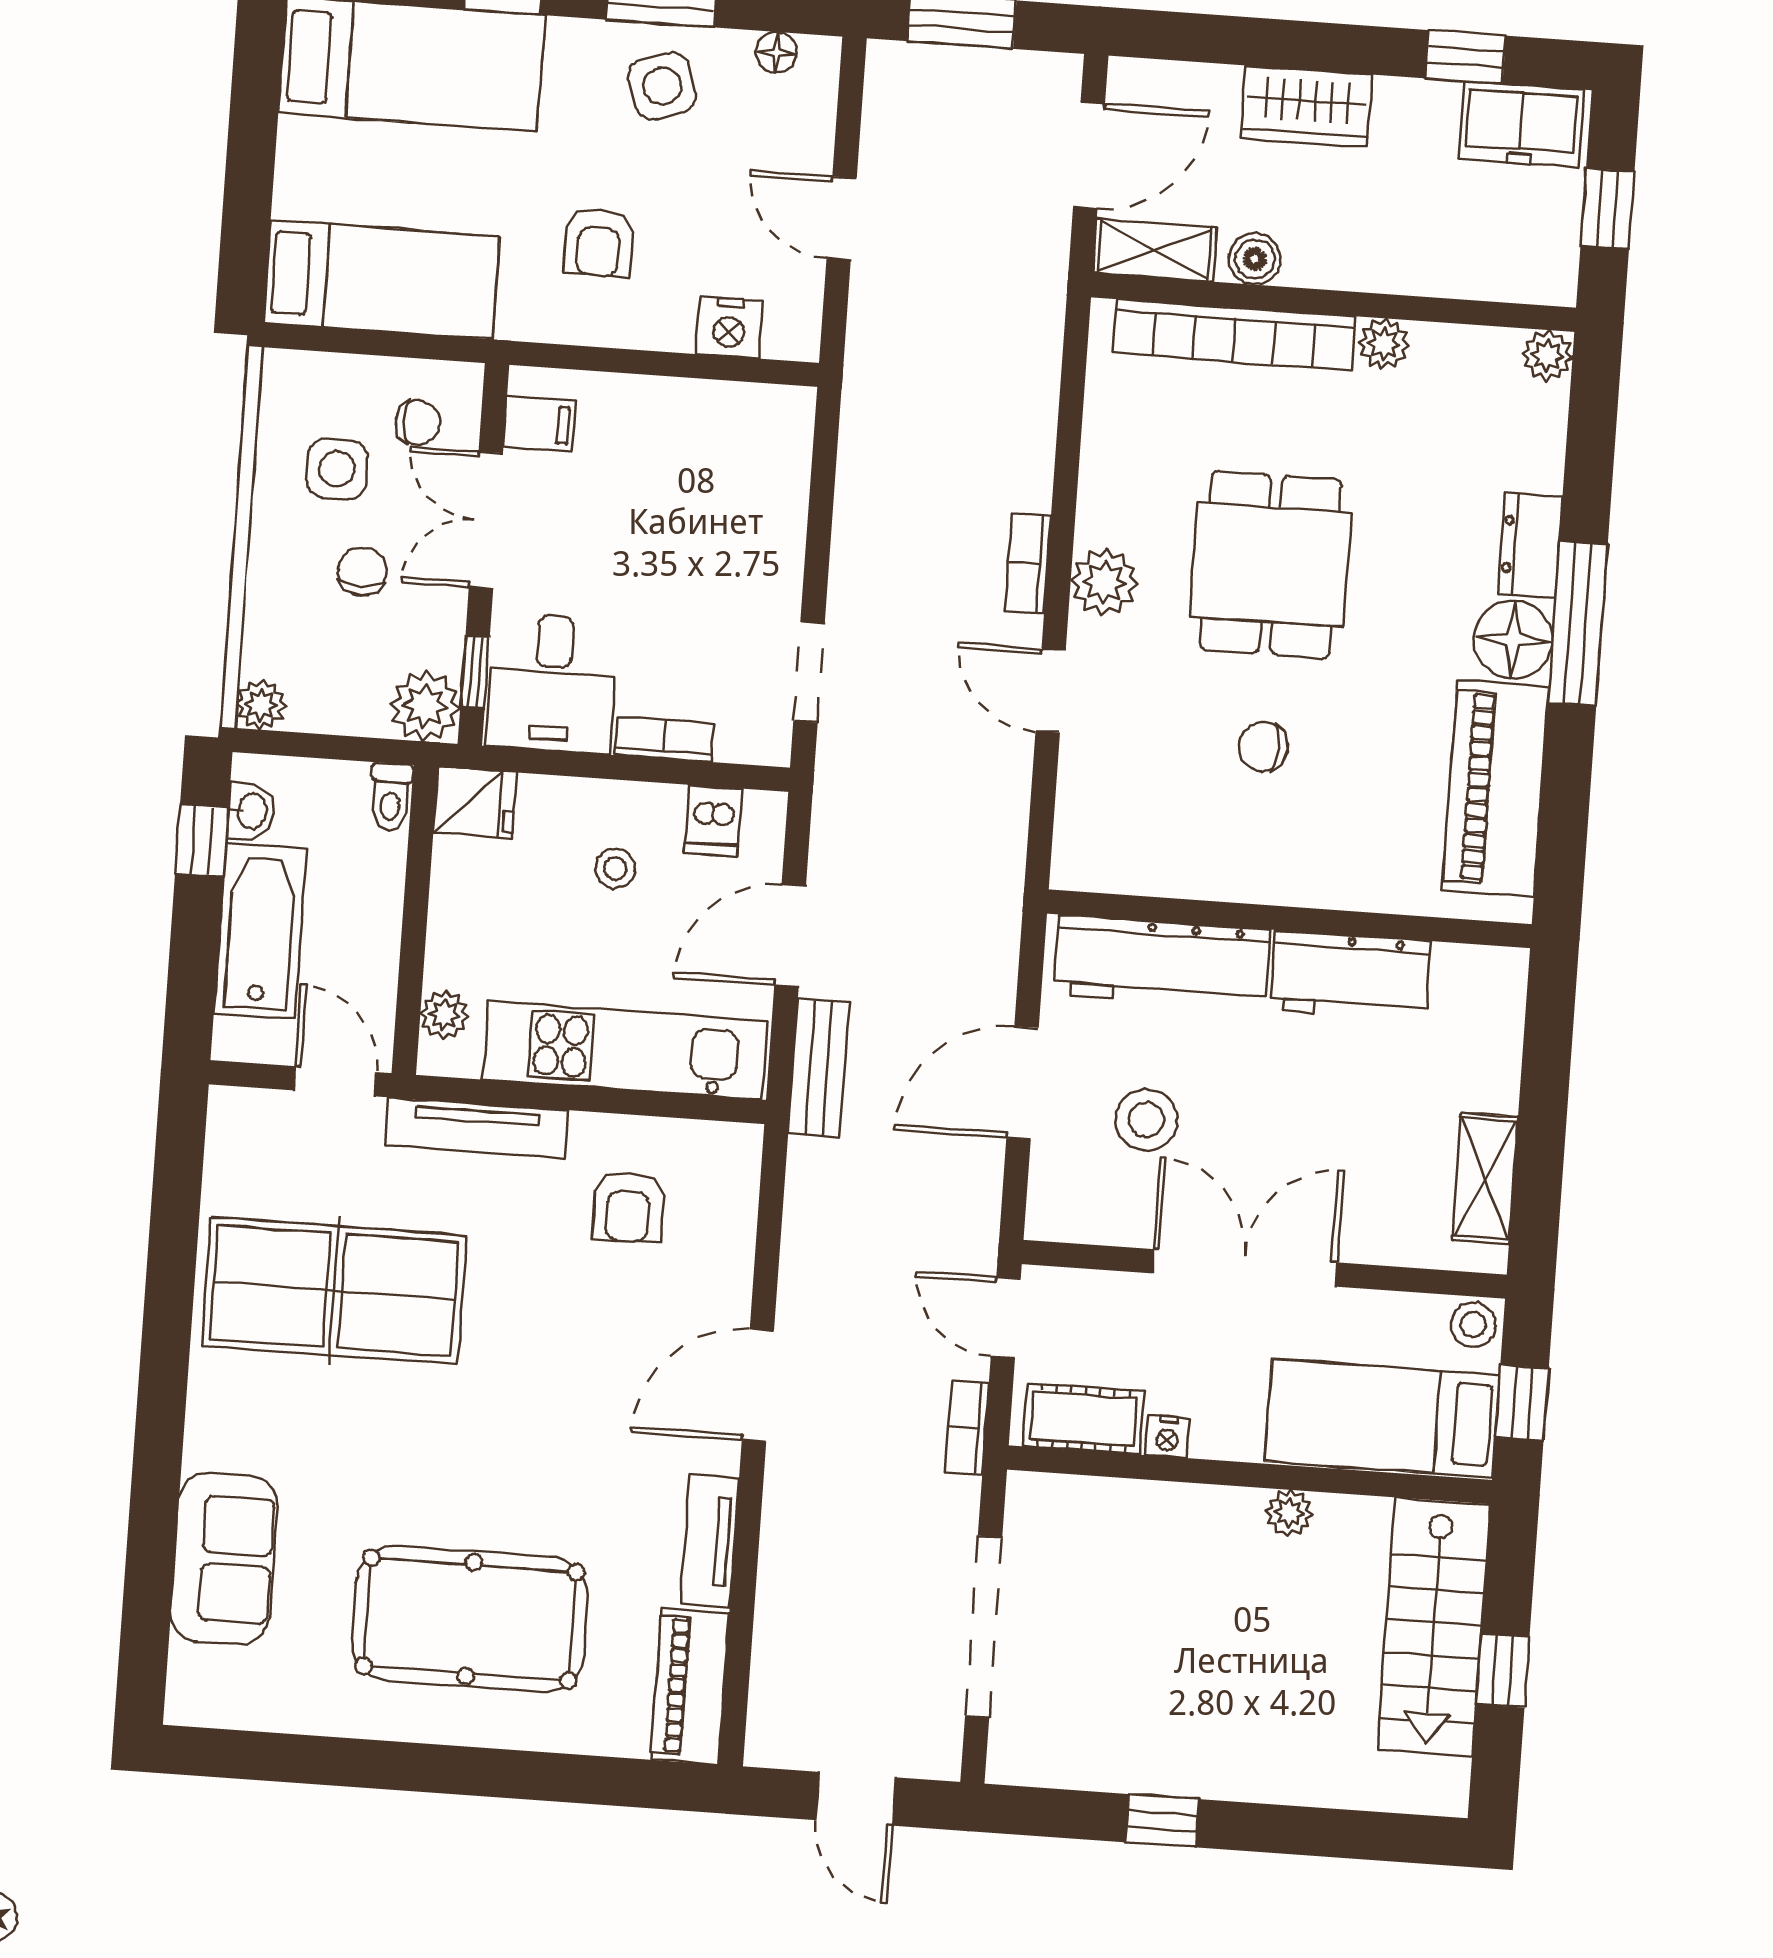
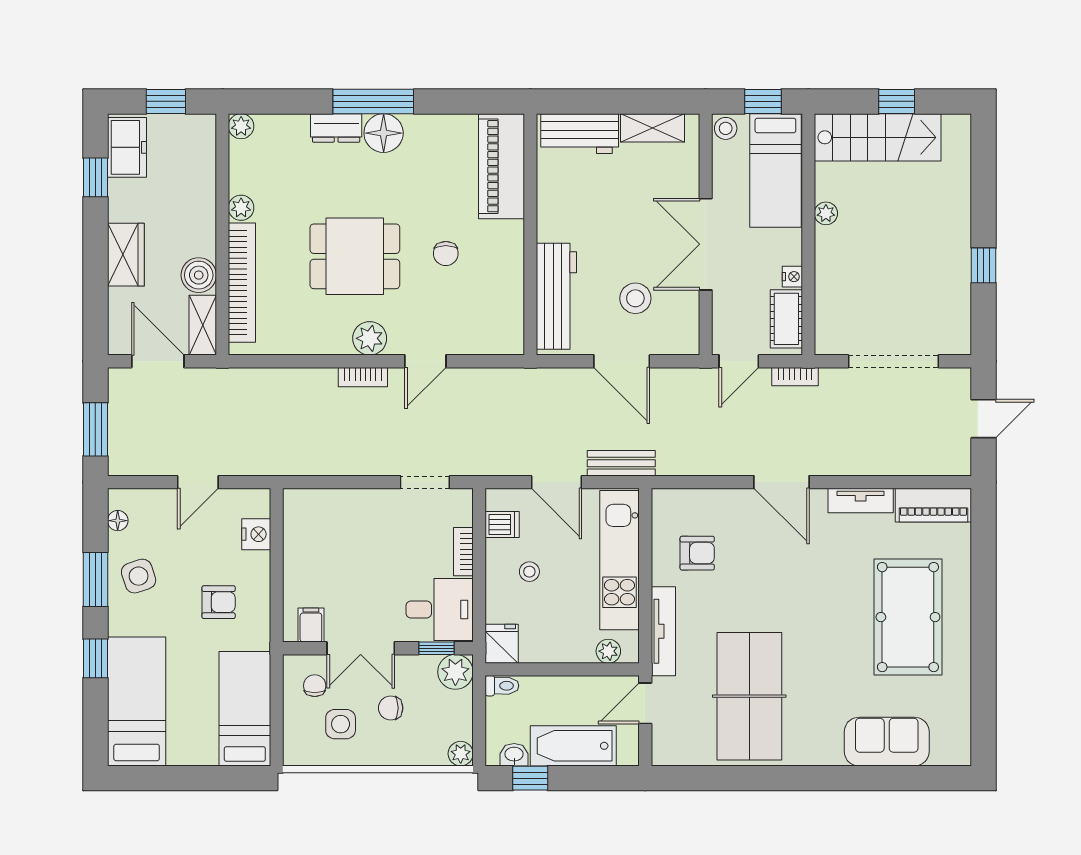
boiler: (1255, 259) -> (199, 275), width x1.36, depth x1.36
piano: (1496, 788) -> (501, 166), moved, turned 90
workbench: (1350, 976) -> (580, 134), moved, turned 90

